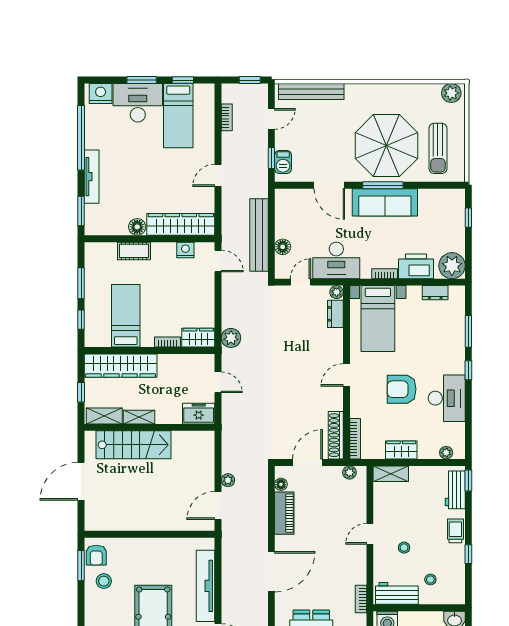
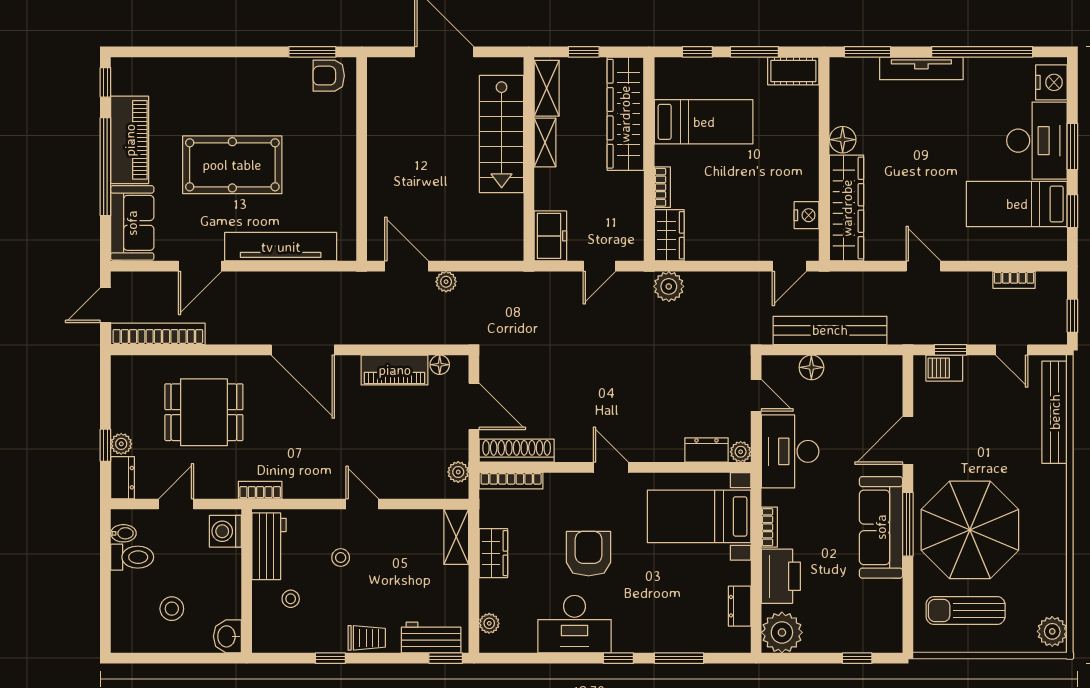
cot: (134, 251) -> (793, 71), moved, turned 90
stool: (104, 581) -> (288, 87), removed

